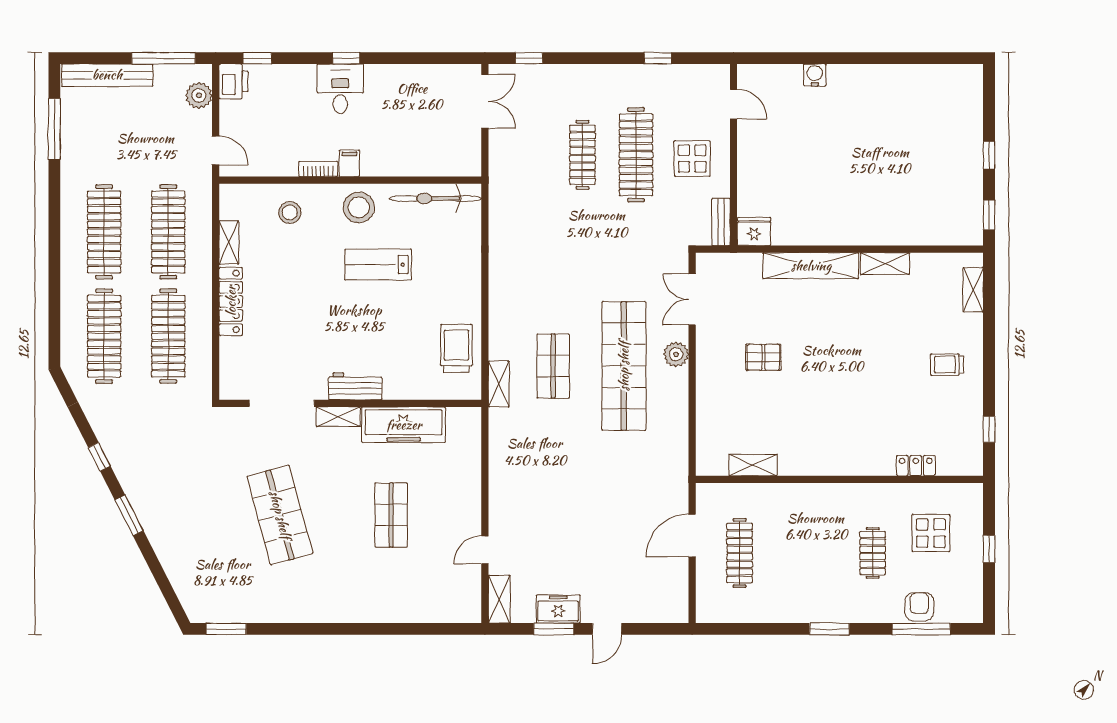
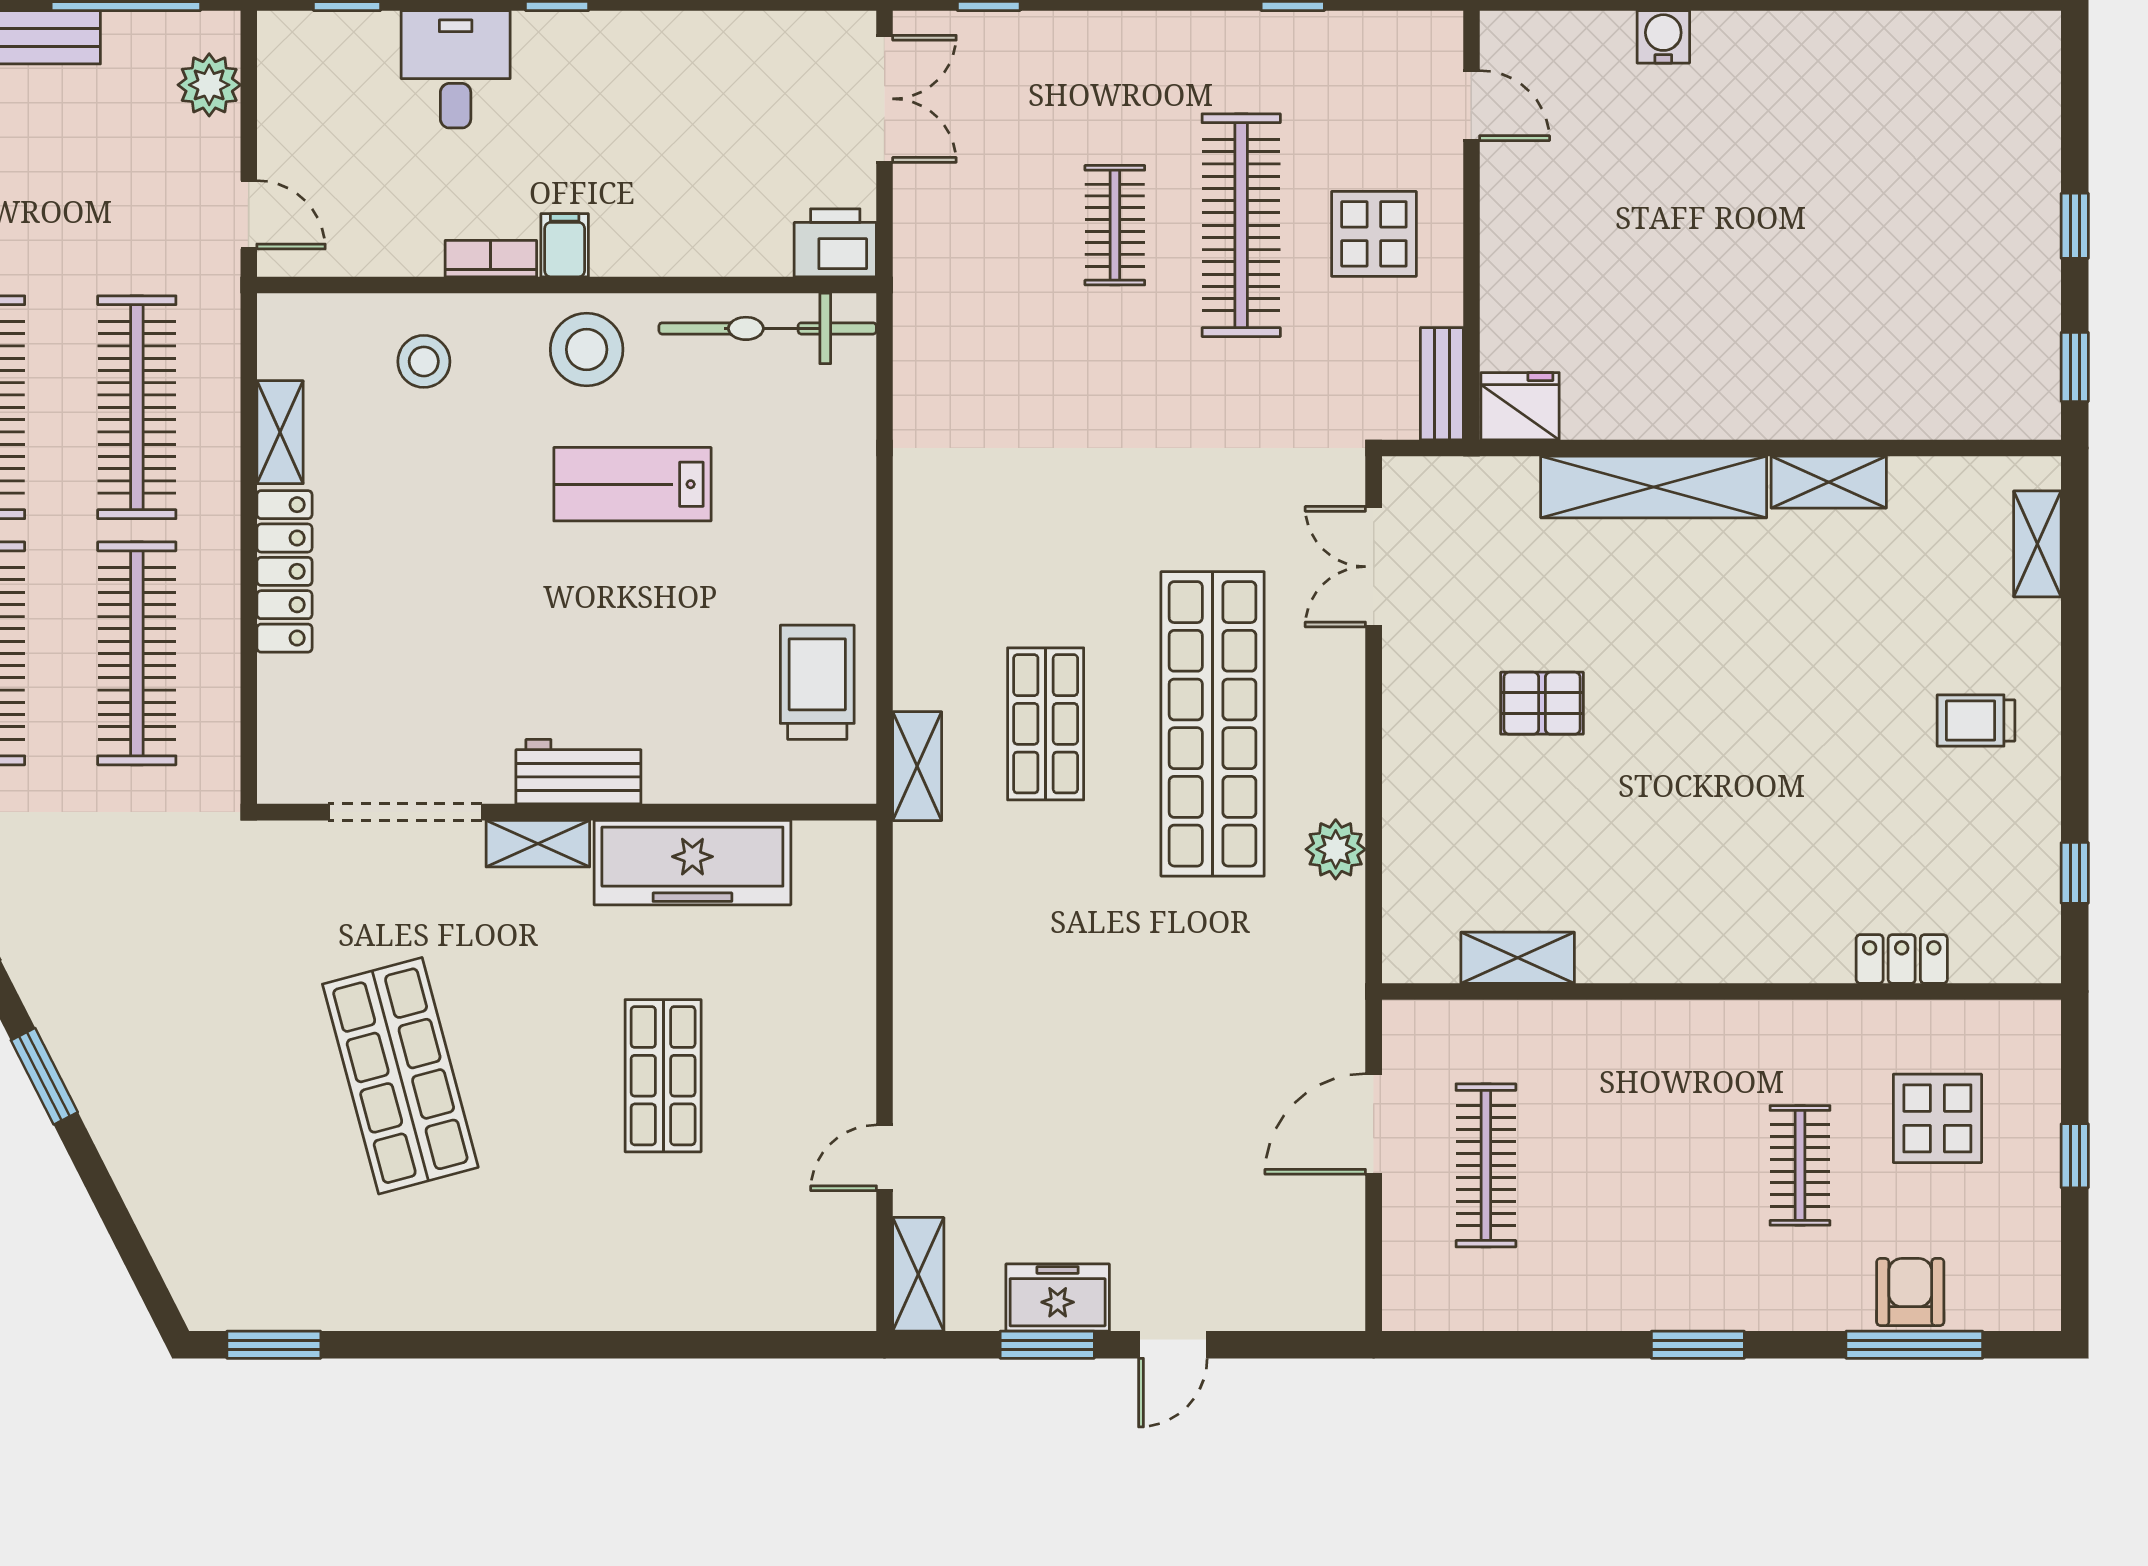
printer: (233, 81) -> (835, 243), moved, turned -90
desk: (340, 89) -> (456, 69), moved
clothes rail: (582, 155) -> (1115, 225), width x0.73
plant: (676, 354) -> (1336, 849), moved

